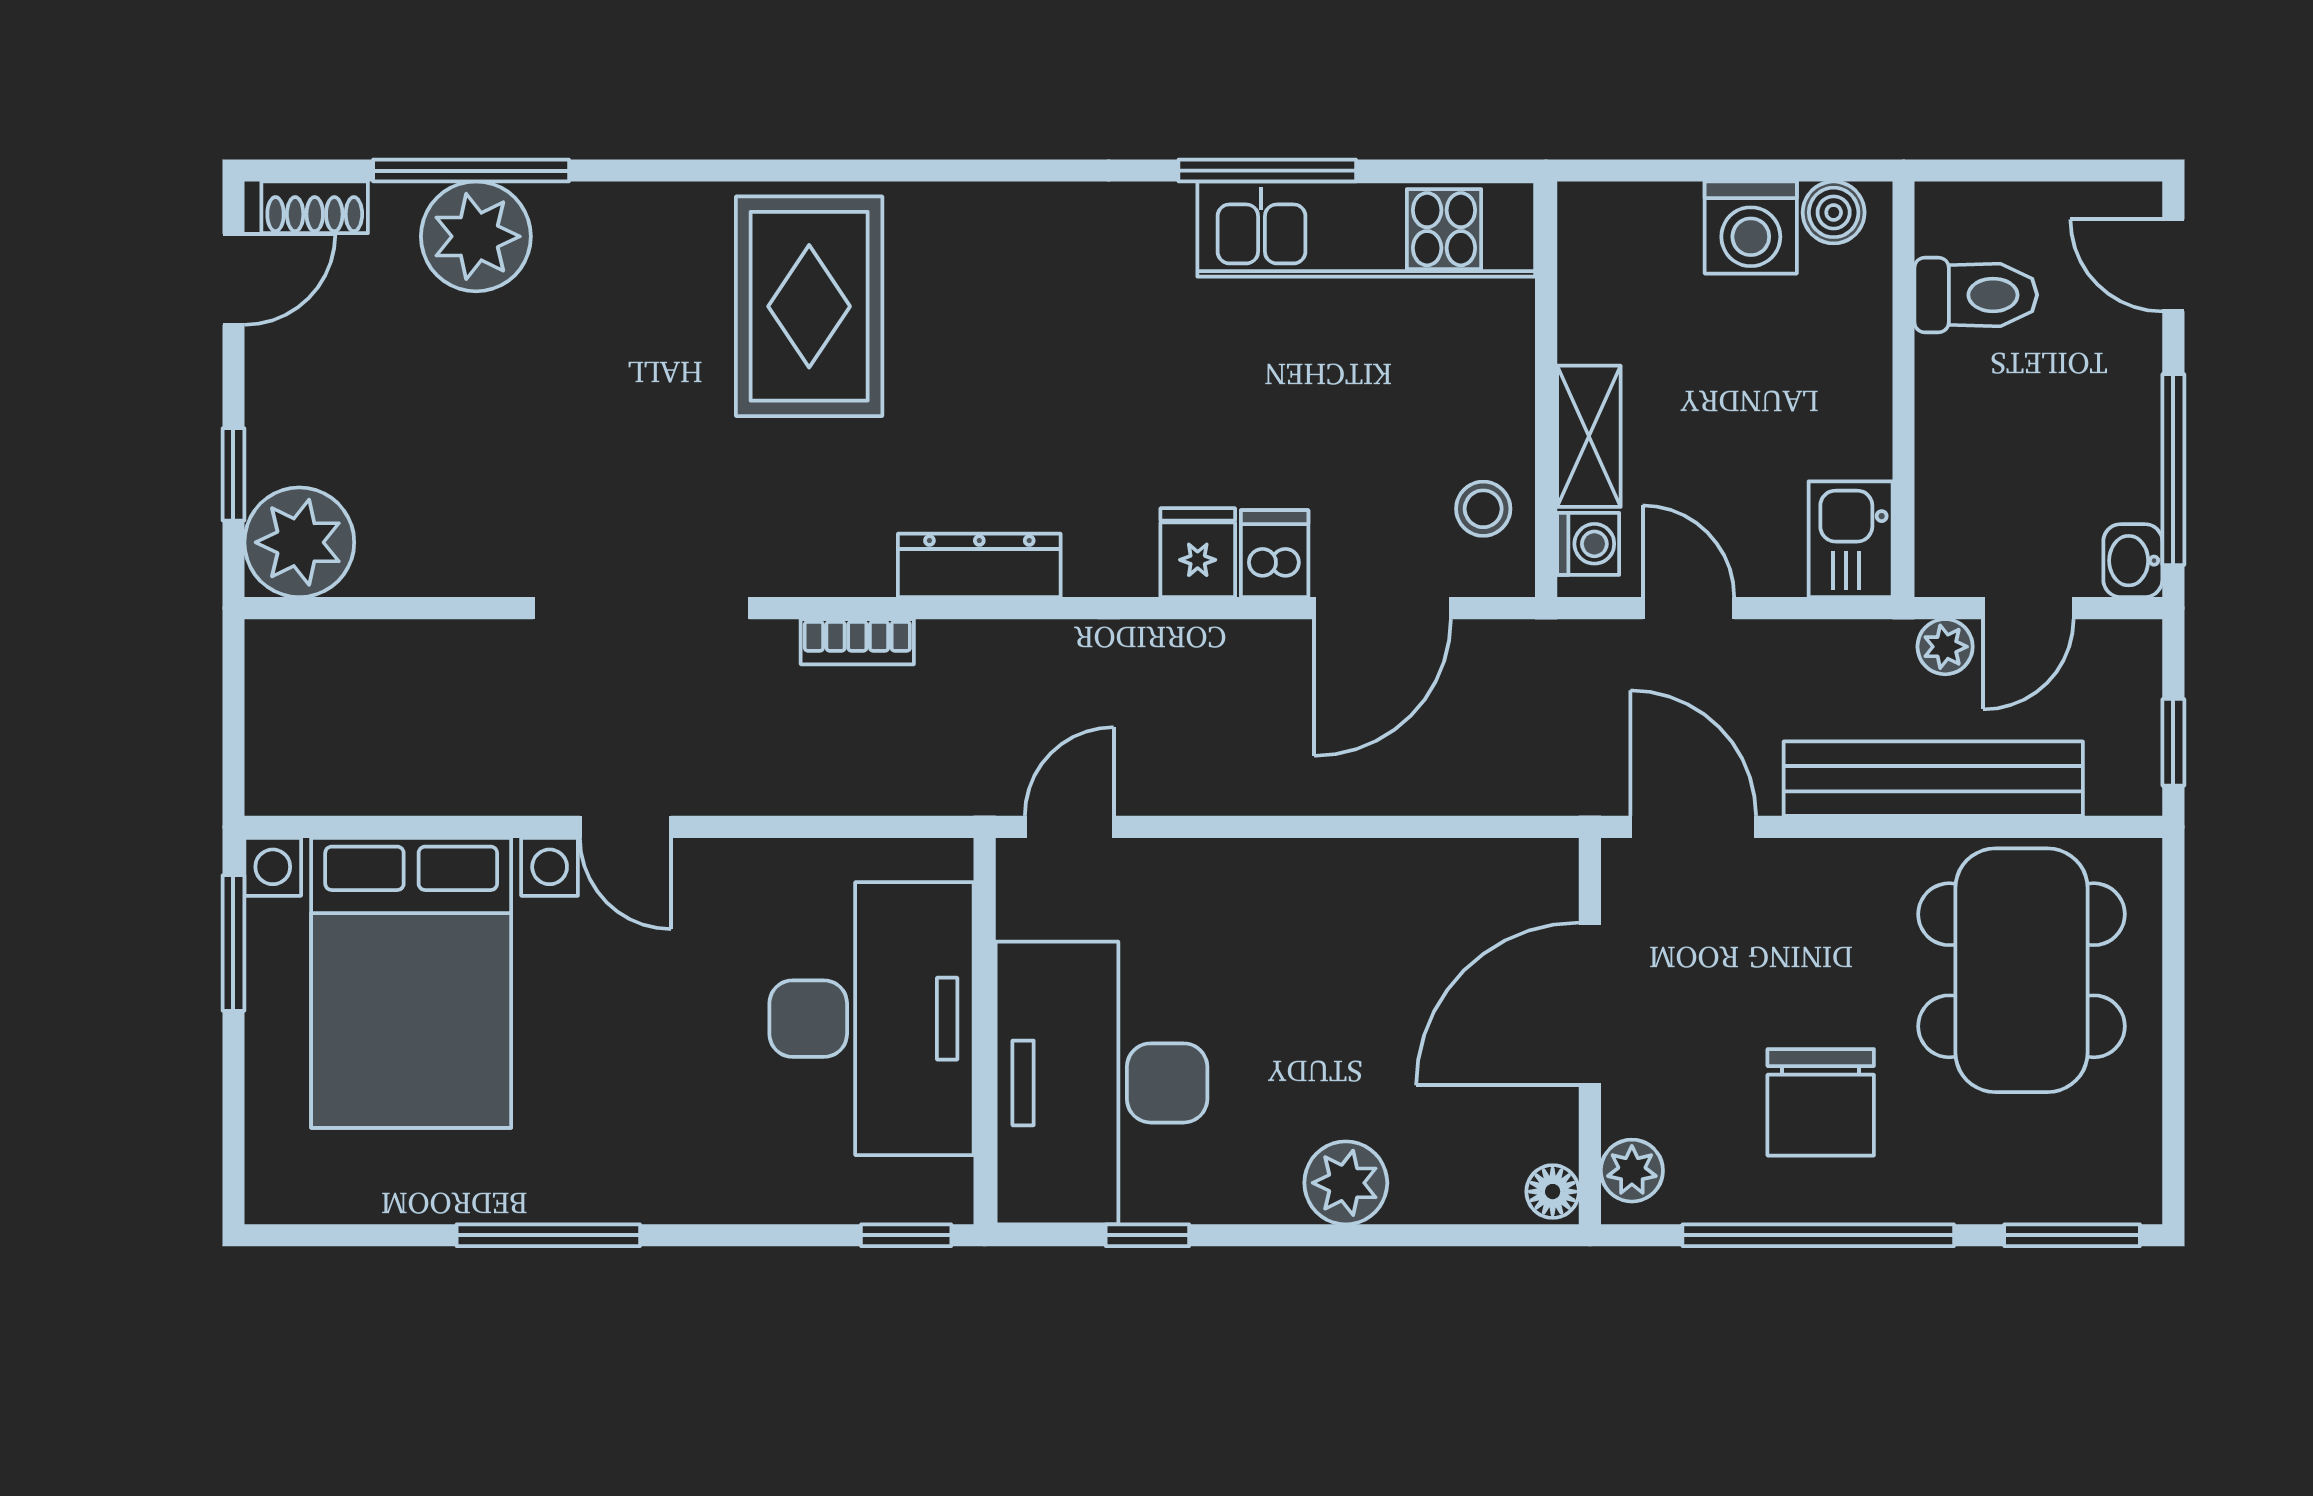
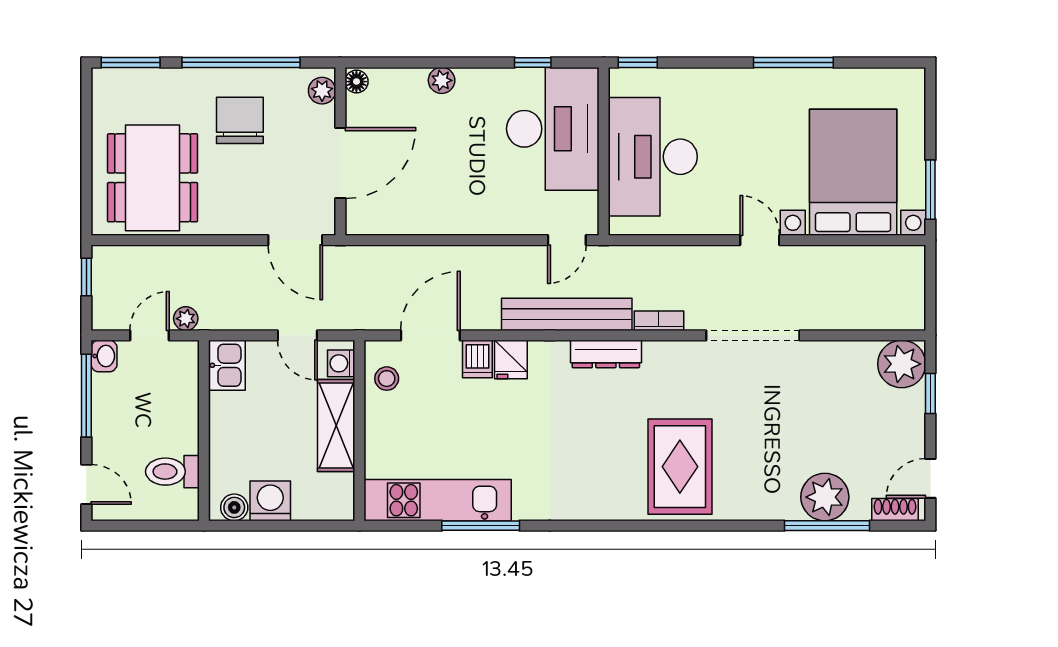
shelving: (1589, 436) -> (336, 425), width x1.50, depth x1.33
bench: (1933, 779) -> (567, 314), moved
plant: (1346, 1183) -> (442, 80), width x0.73, depth x0.73

